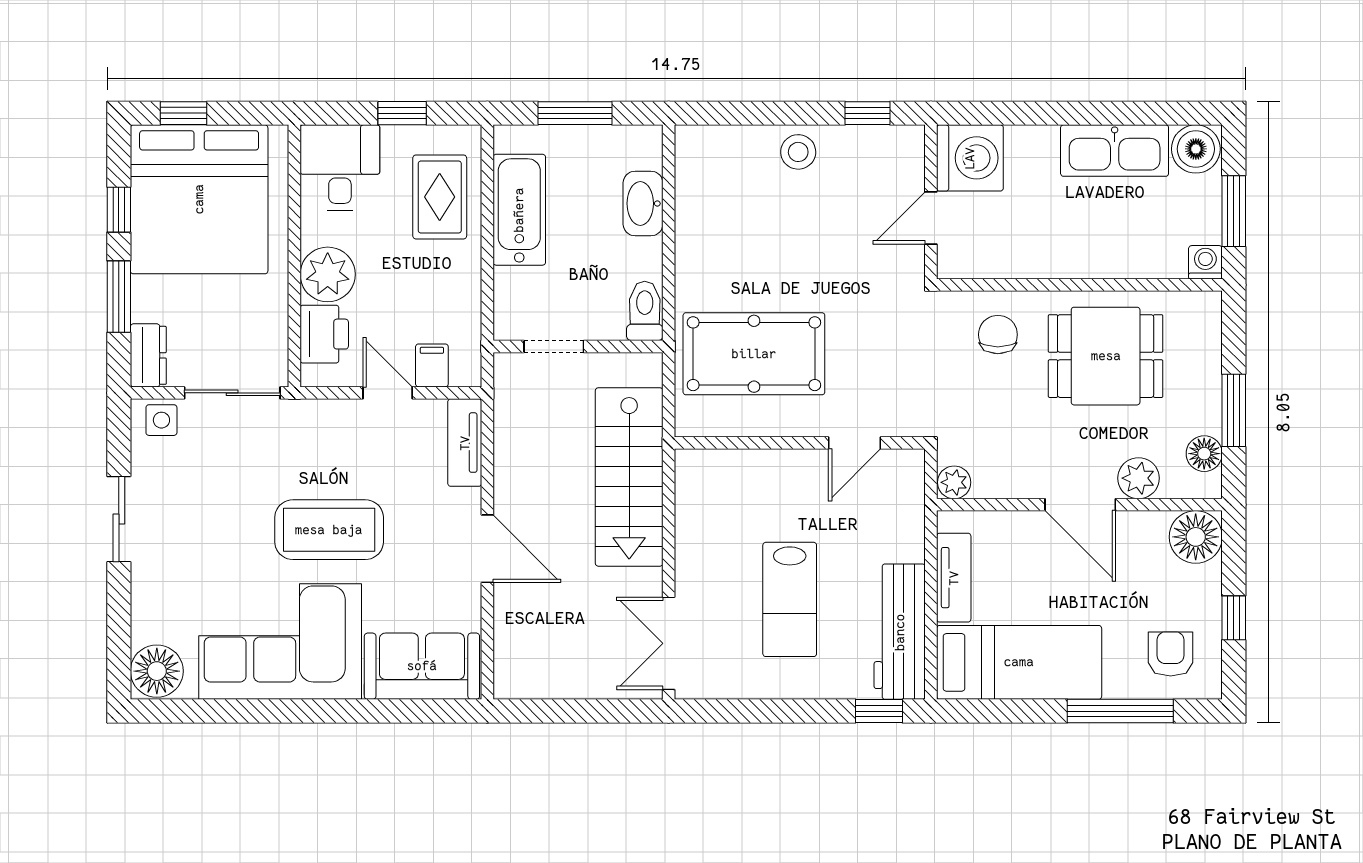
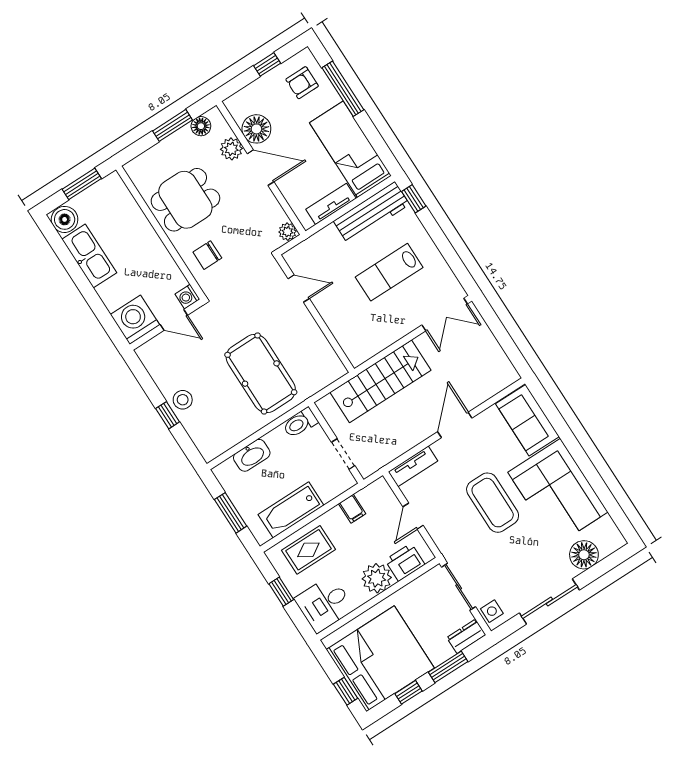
window: (868, 113) -> (168, 415), moved
washing machine: (1205, 262) -> (187, 297), moved
pool table: (754, 354) -> (261, 374), moved
dining table: (1106, 356) -> (185, 200), turned 90
filing cabinet: (432, 365) -> (352, 509), moved, turned -90
door: (1080, 505) -> (261, 168), hinge flipped
sliding door: (119, 519) -> (549, 601), width x1.37
floor lamp: (1196, 537) -> (256, 129), moved
lab bench: (790, 599) -> (389, 272), turned 180
floor lamp: (157, 671) -> (584, 555), moved

